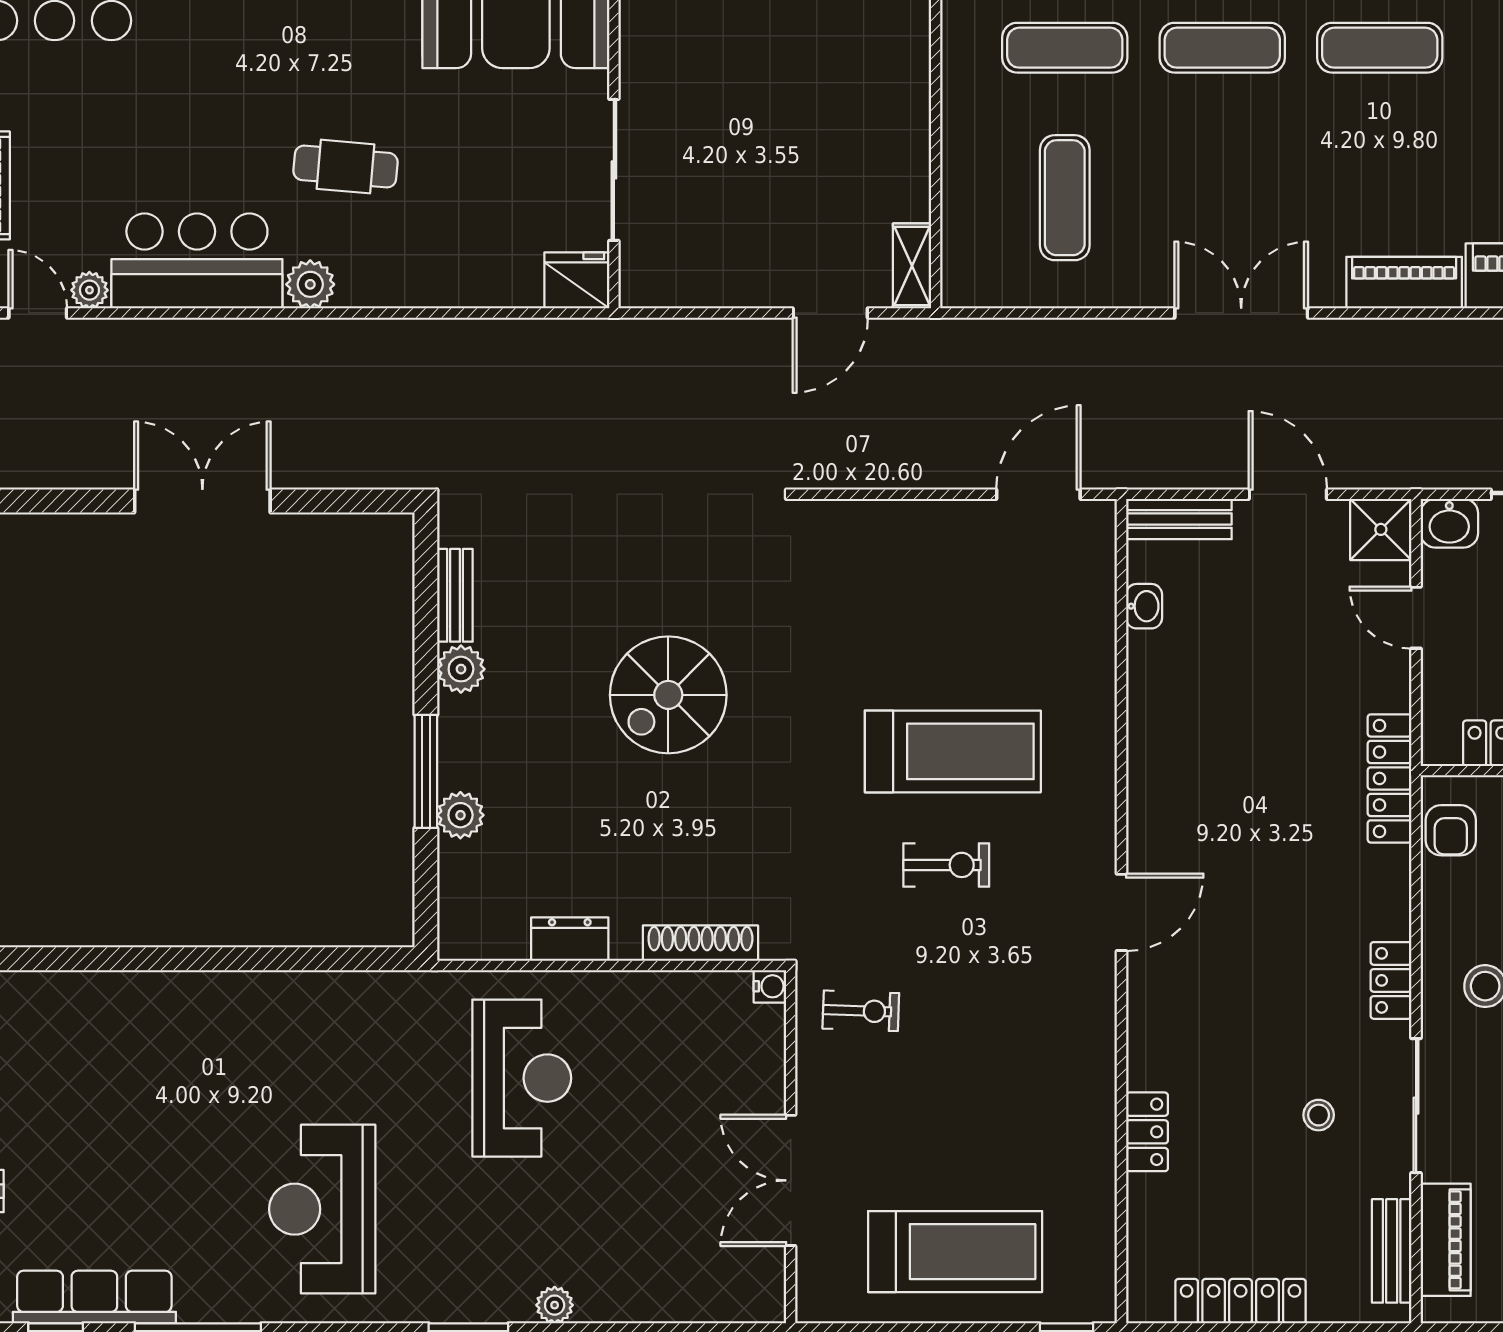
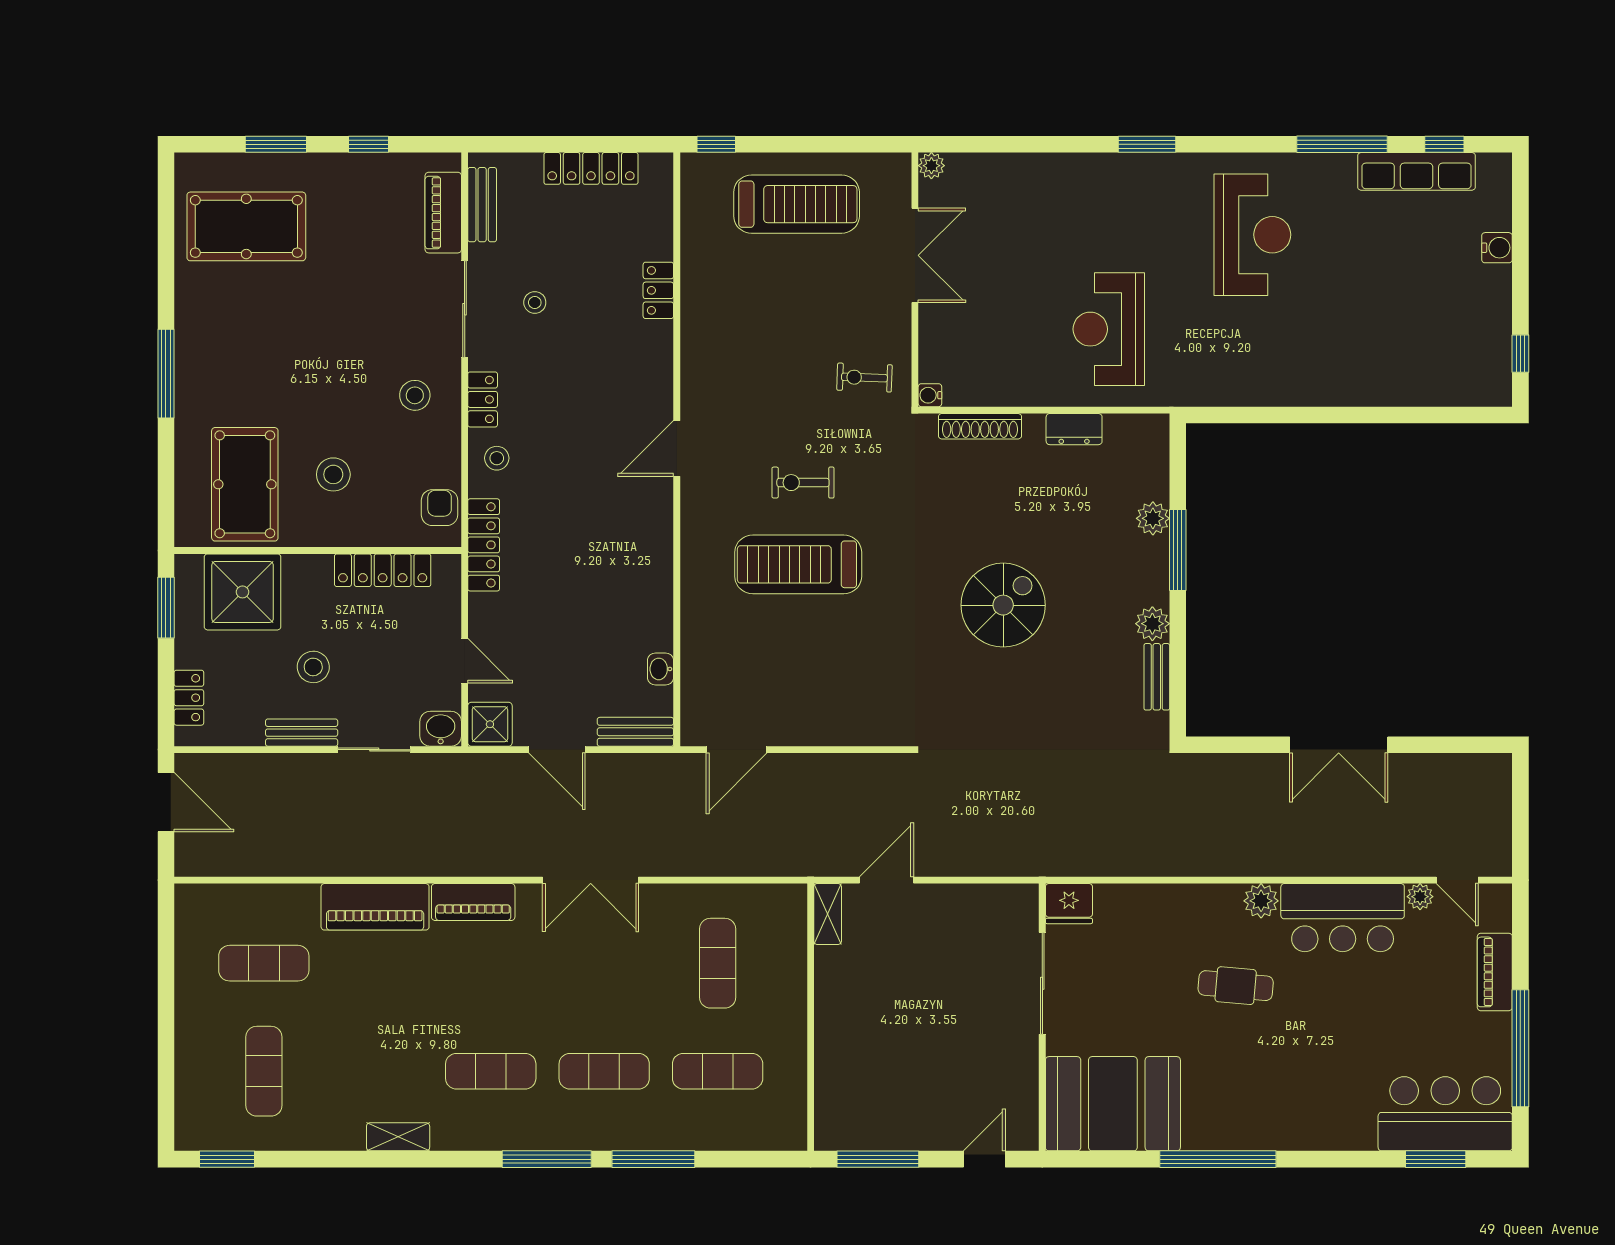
stool: (1371, 899) -> (497, 458), added
treadmill: (955, 1252) -> (797, 204), turned 180
plant: (555, 1305) -> (931, 166), moved

